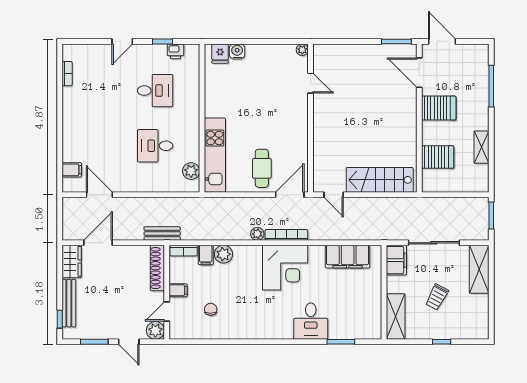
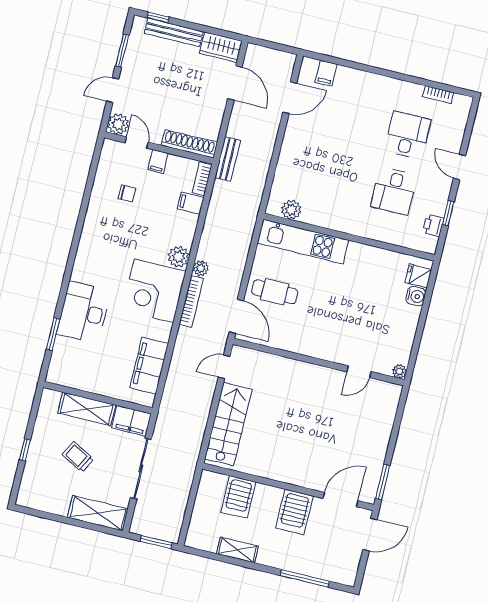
desk: (155, 146) -> (407, 135), moved
plant: (223, 254) -> (179, 257), moved
shelving: (396, 316) -> (87, 409), moved
desk: (311, 321) -> (84, 312), width x1.37

